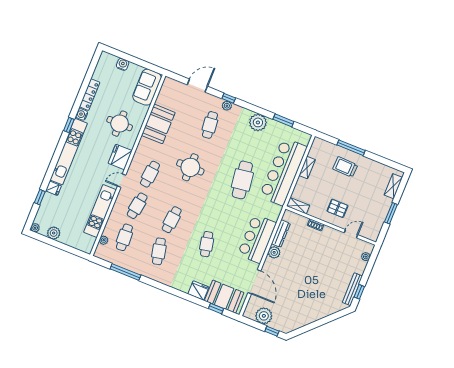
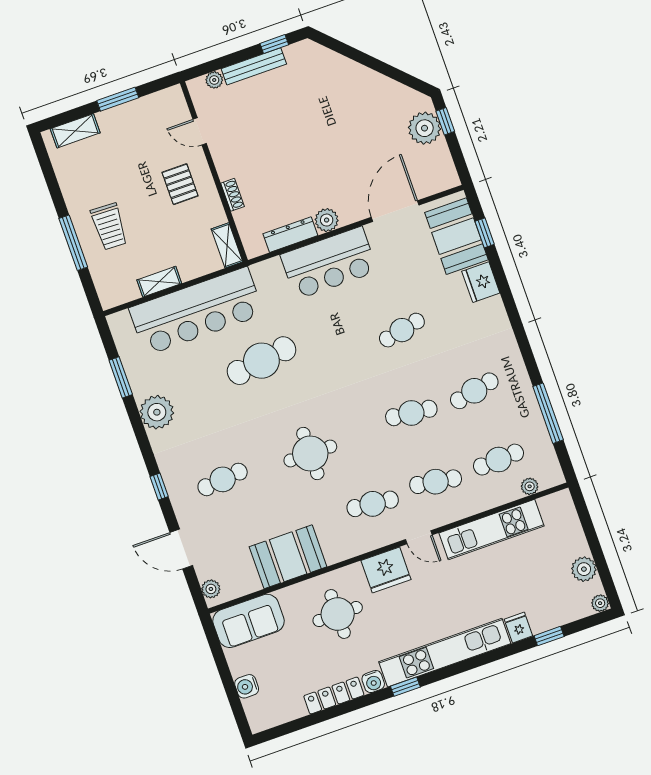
plant: (227, 106) -> (211, 589), moved
bench: (352, 289) -> (254, 66), moved
plant: (264, 316) -> (425, 128), moved

